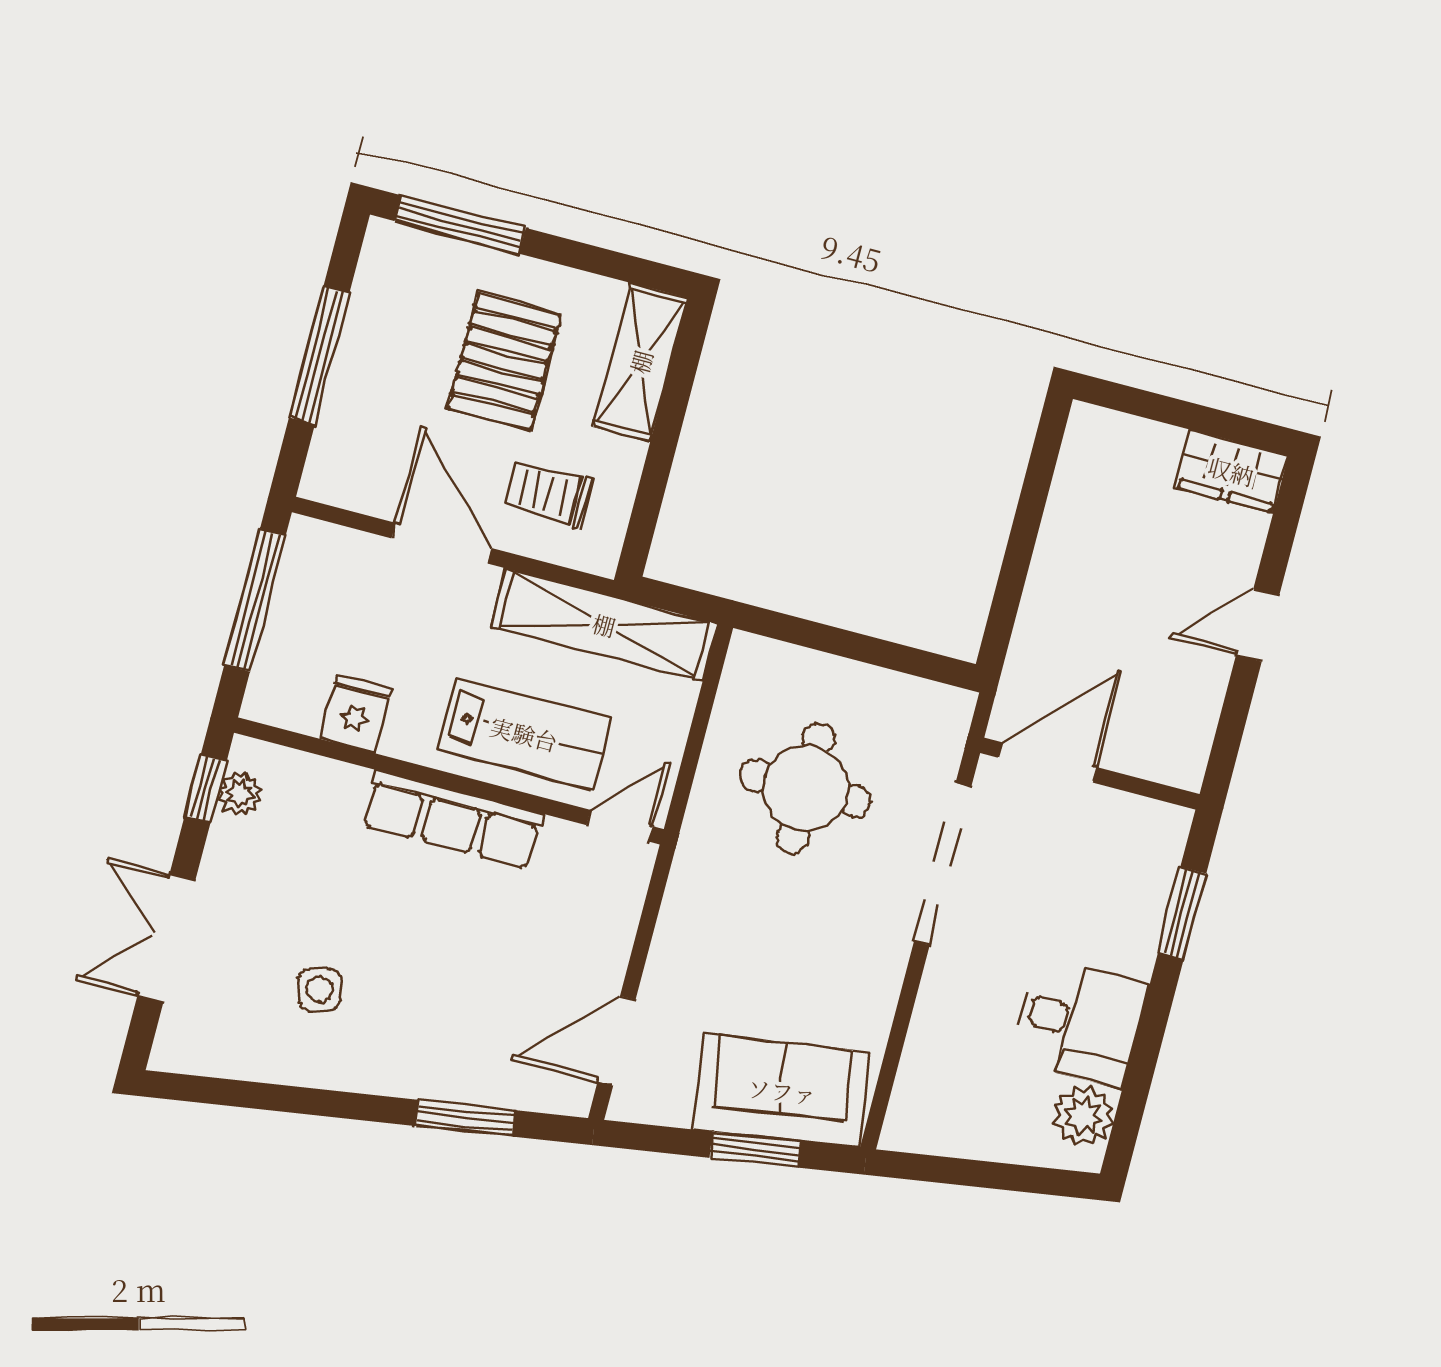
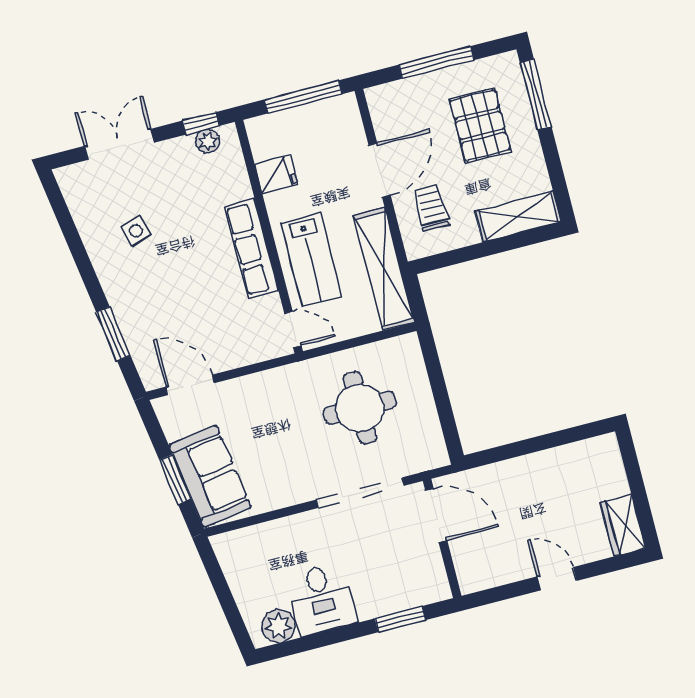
pallet: (504, 362) -> (480, 125), moved, turned 90

